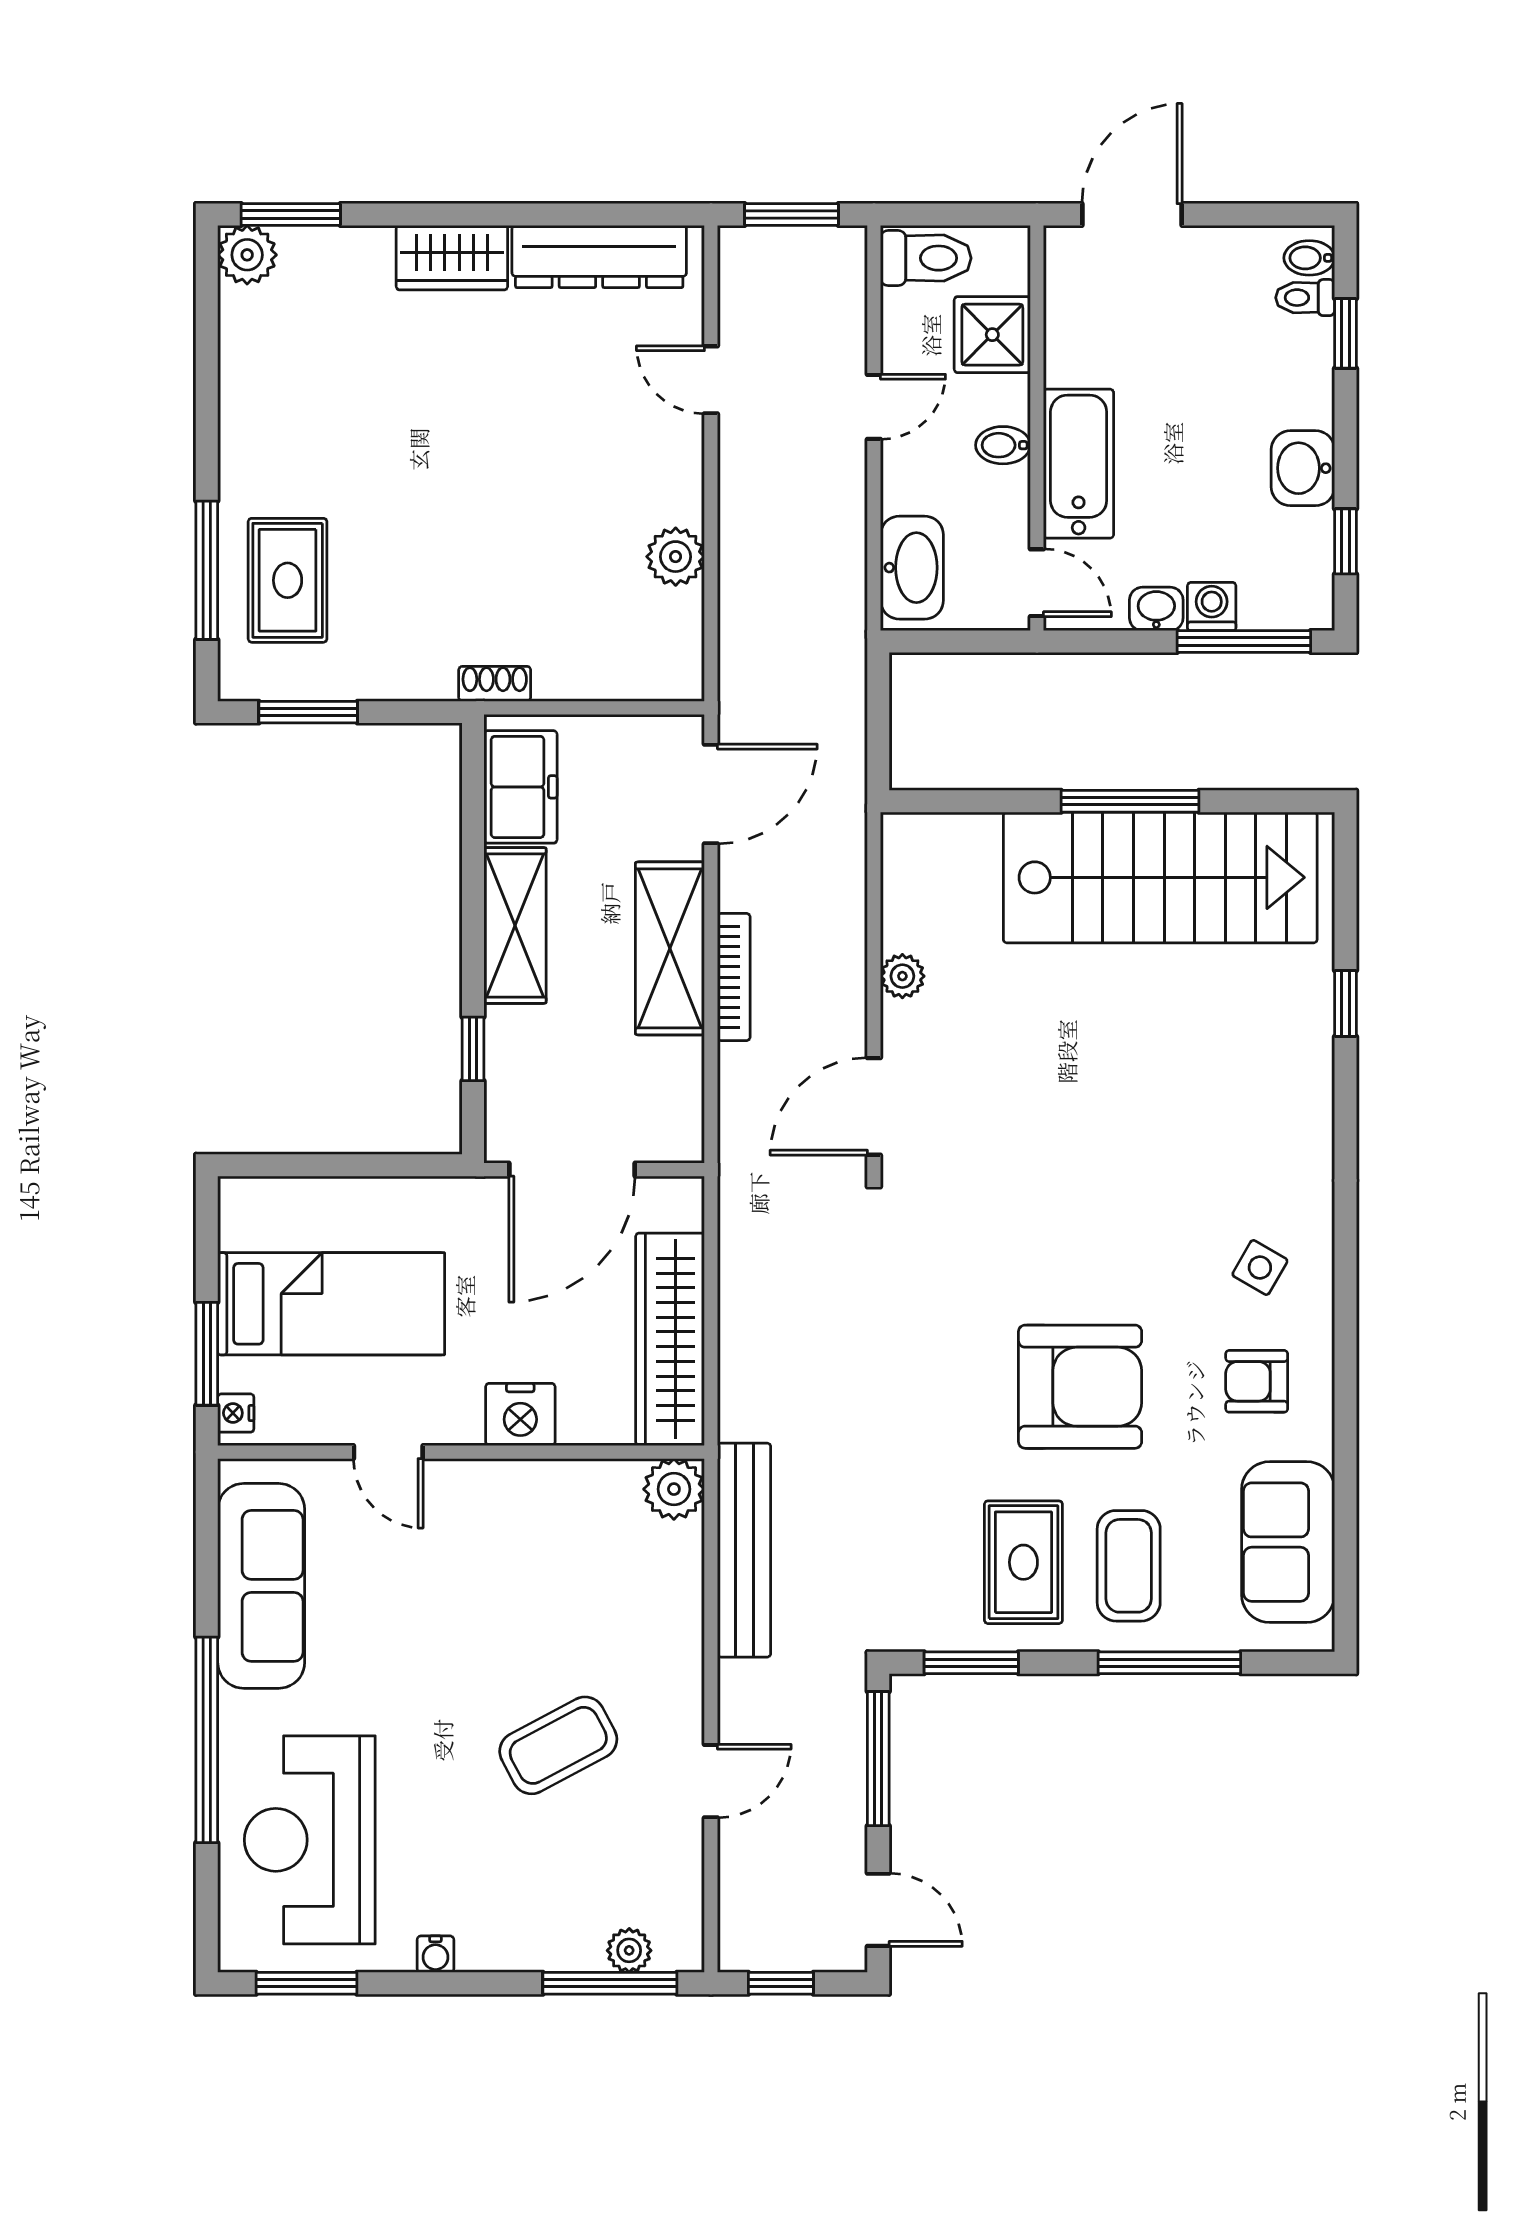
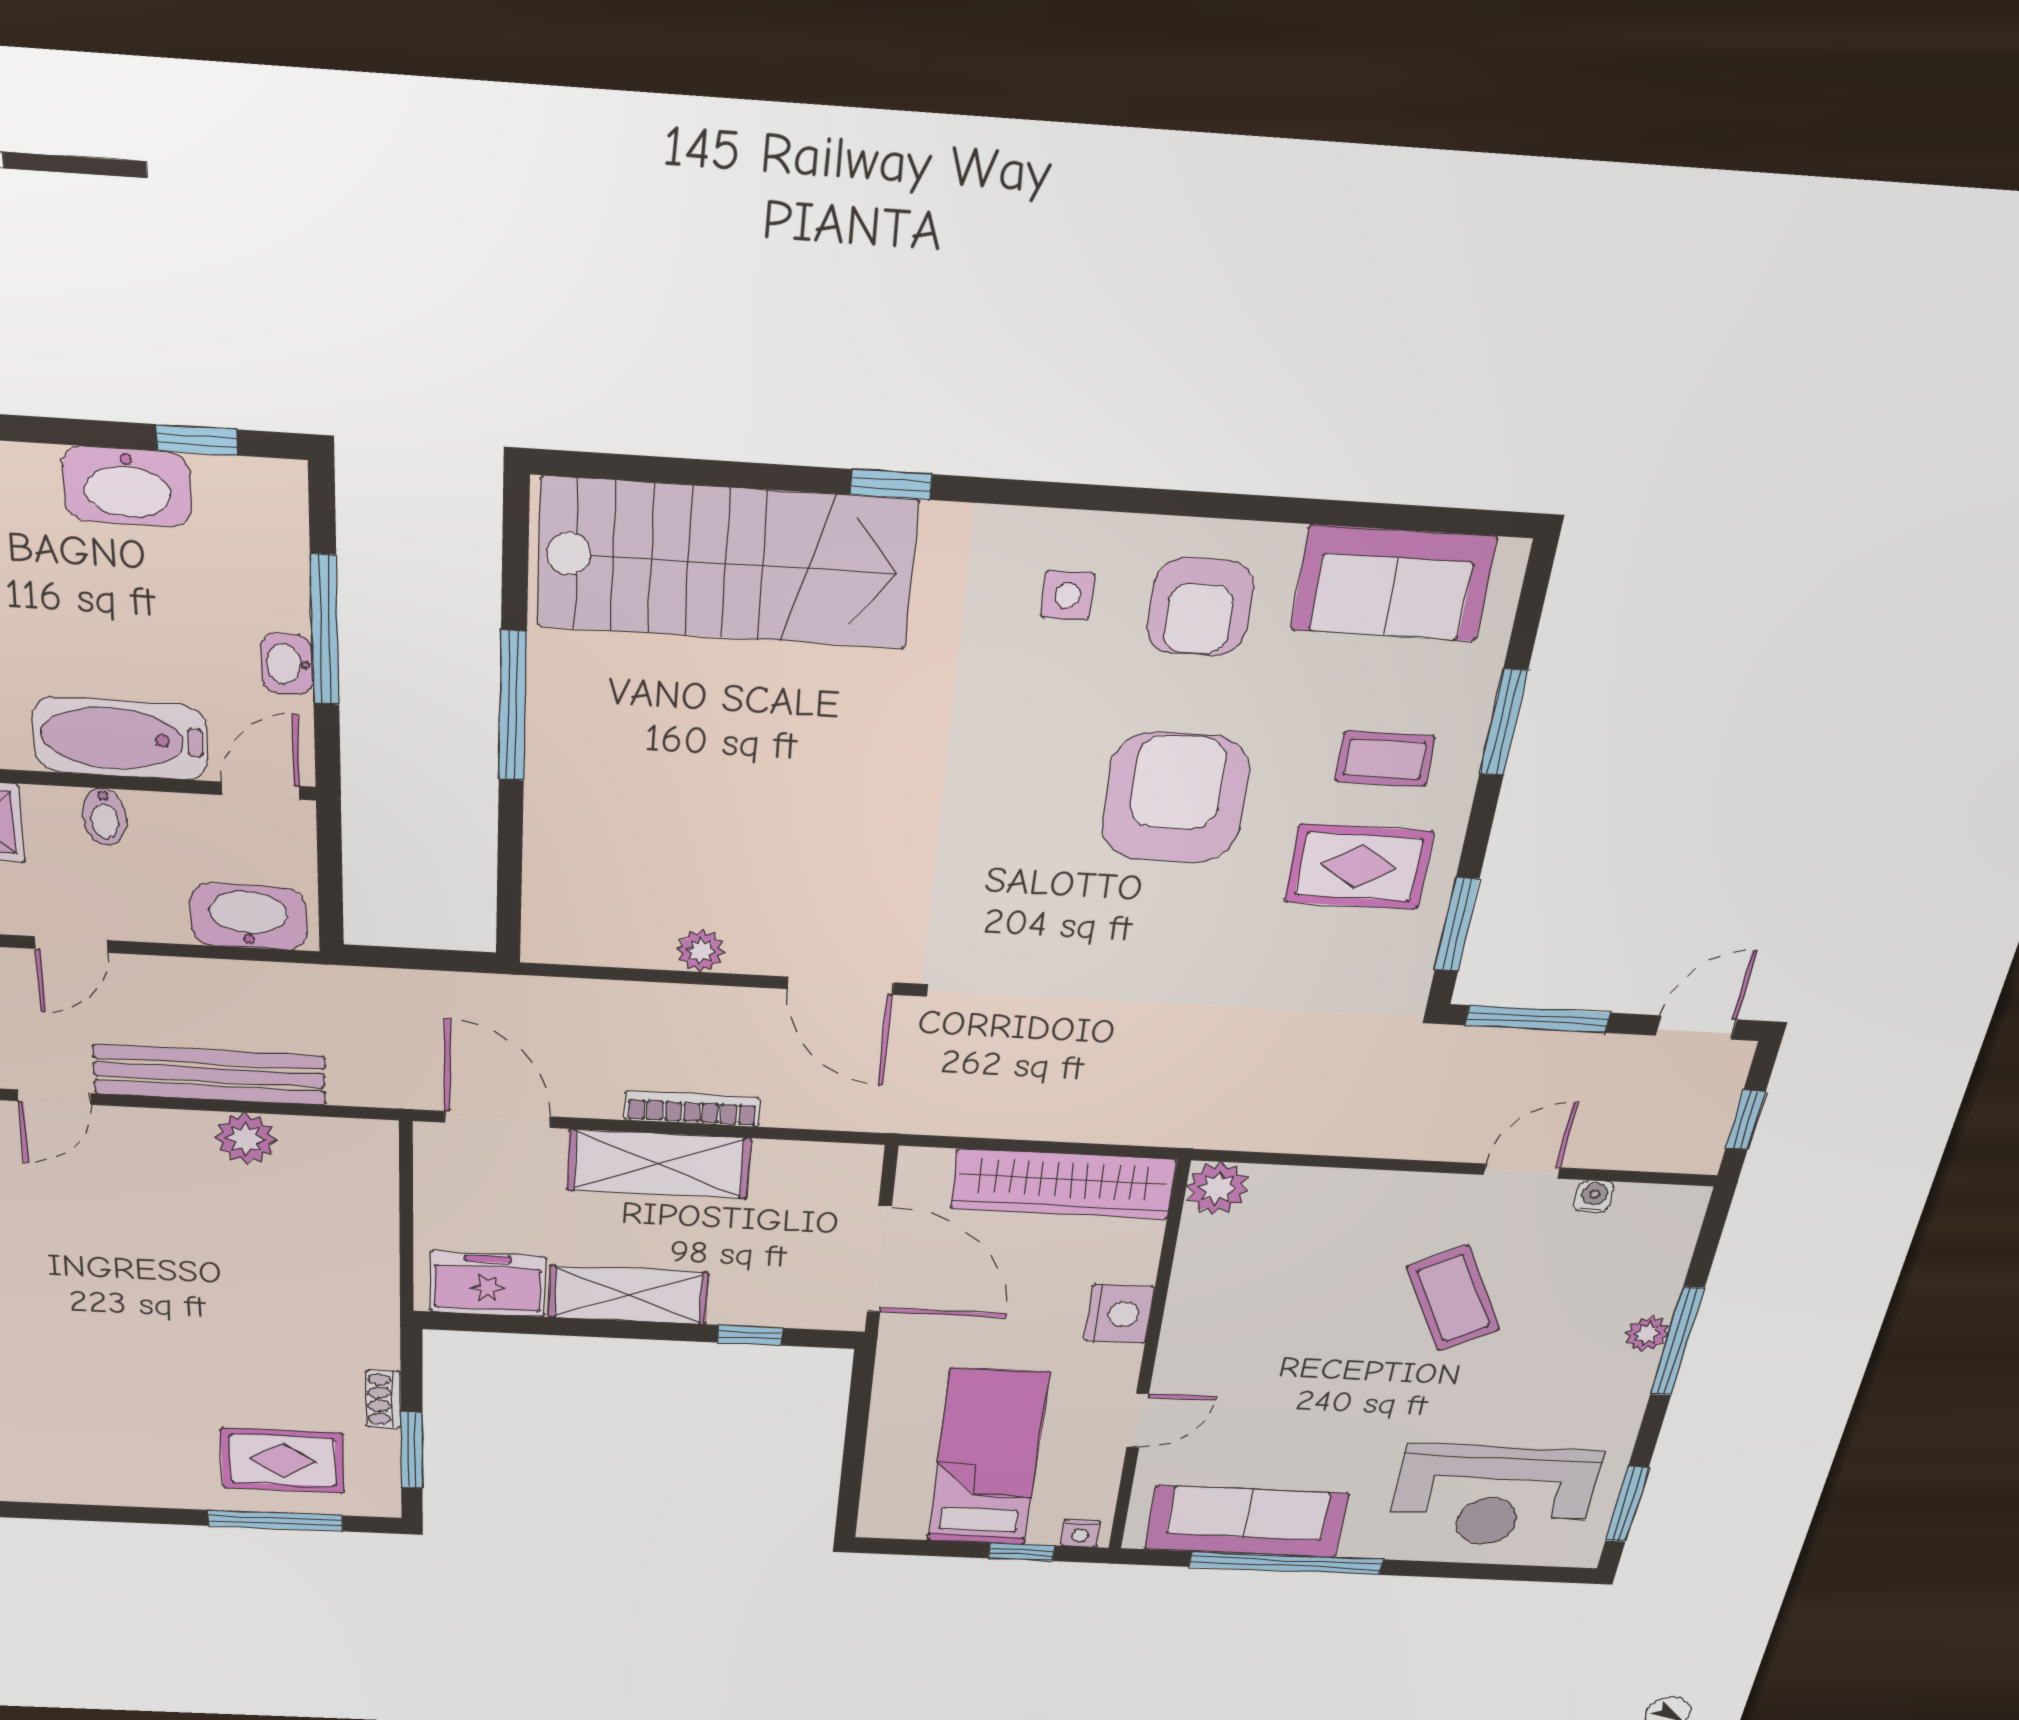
door: (874, 407) -> (71, 945), swing flipped
washbasin: (1303, 468) -> (127, 487), width x1.38
washing machine: (1212, 606) -> (282, 602), removed
window: (1244, 642) -> (325, 630), moved
shoe rack: (495, 684) -> (383, 1399), moved
stairs: (1160, 877) -> (726, 563), moved, turned 90
window: (1345, 1003) -> (891, 485), moved
side table: (1260, 1267) -> (1068, 595), turned -30
window: (207, 1354) -> (1021, 1552), width x0.67
armchair: (1257, 1381) -> (1200, 607), width x1.38, depth x1.38
bench: (744, 1550) -> (210, 1075), moved
coffee table: (1129, 1566) -> (1385, 759), width x0.73, depth x0.77
window: (1169, 1663) -> (1504, 722), width x0.69
window: (207, 1740) -> (1286, 1563), moved
door: (711, 1781) -> (1522, 1171), hinge flipped
plant: (629, 1950) -> (1647, 1334), moved
water cooler: (435, 1954) -> (1594, 1196), moved, turned -90
window: (610, 1983) -> (1677, 1342), moved

